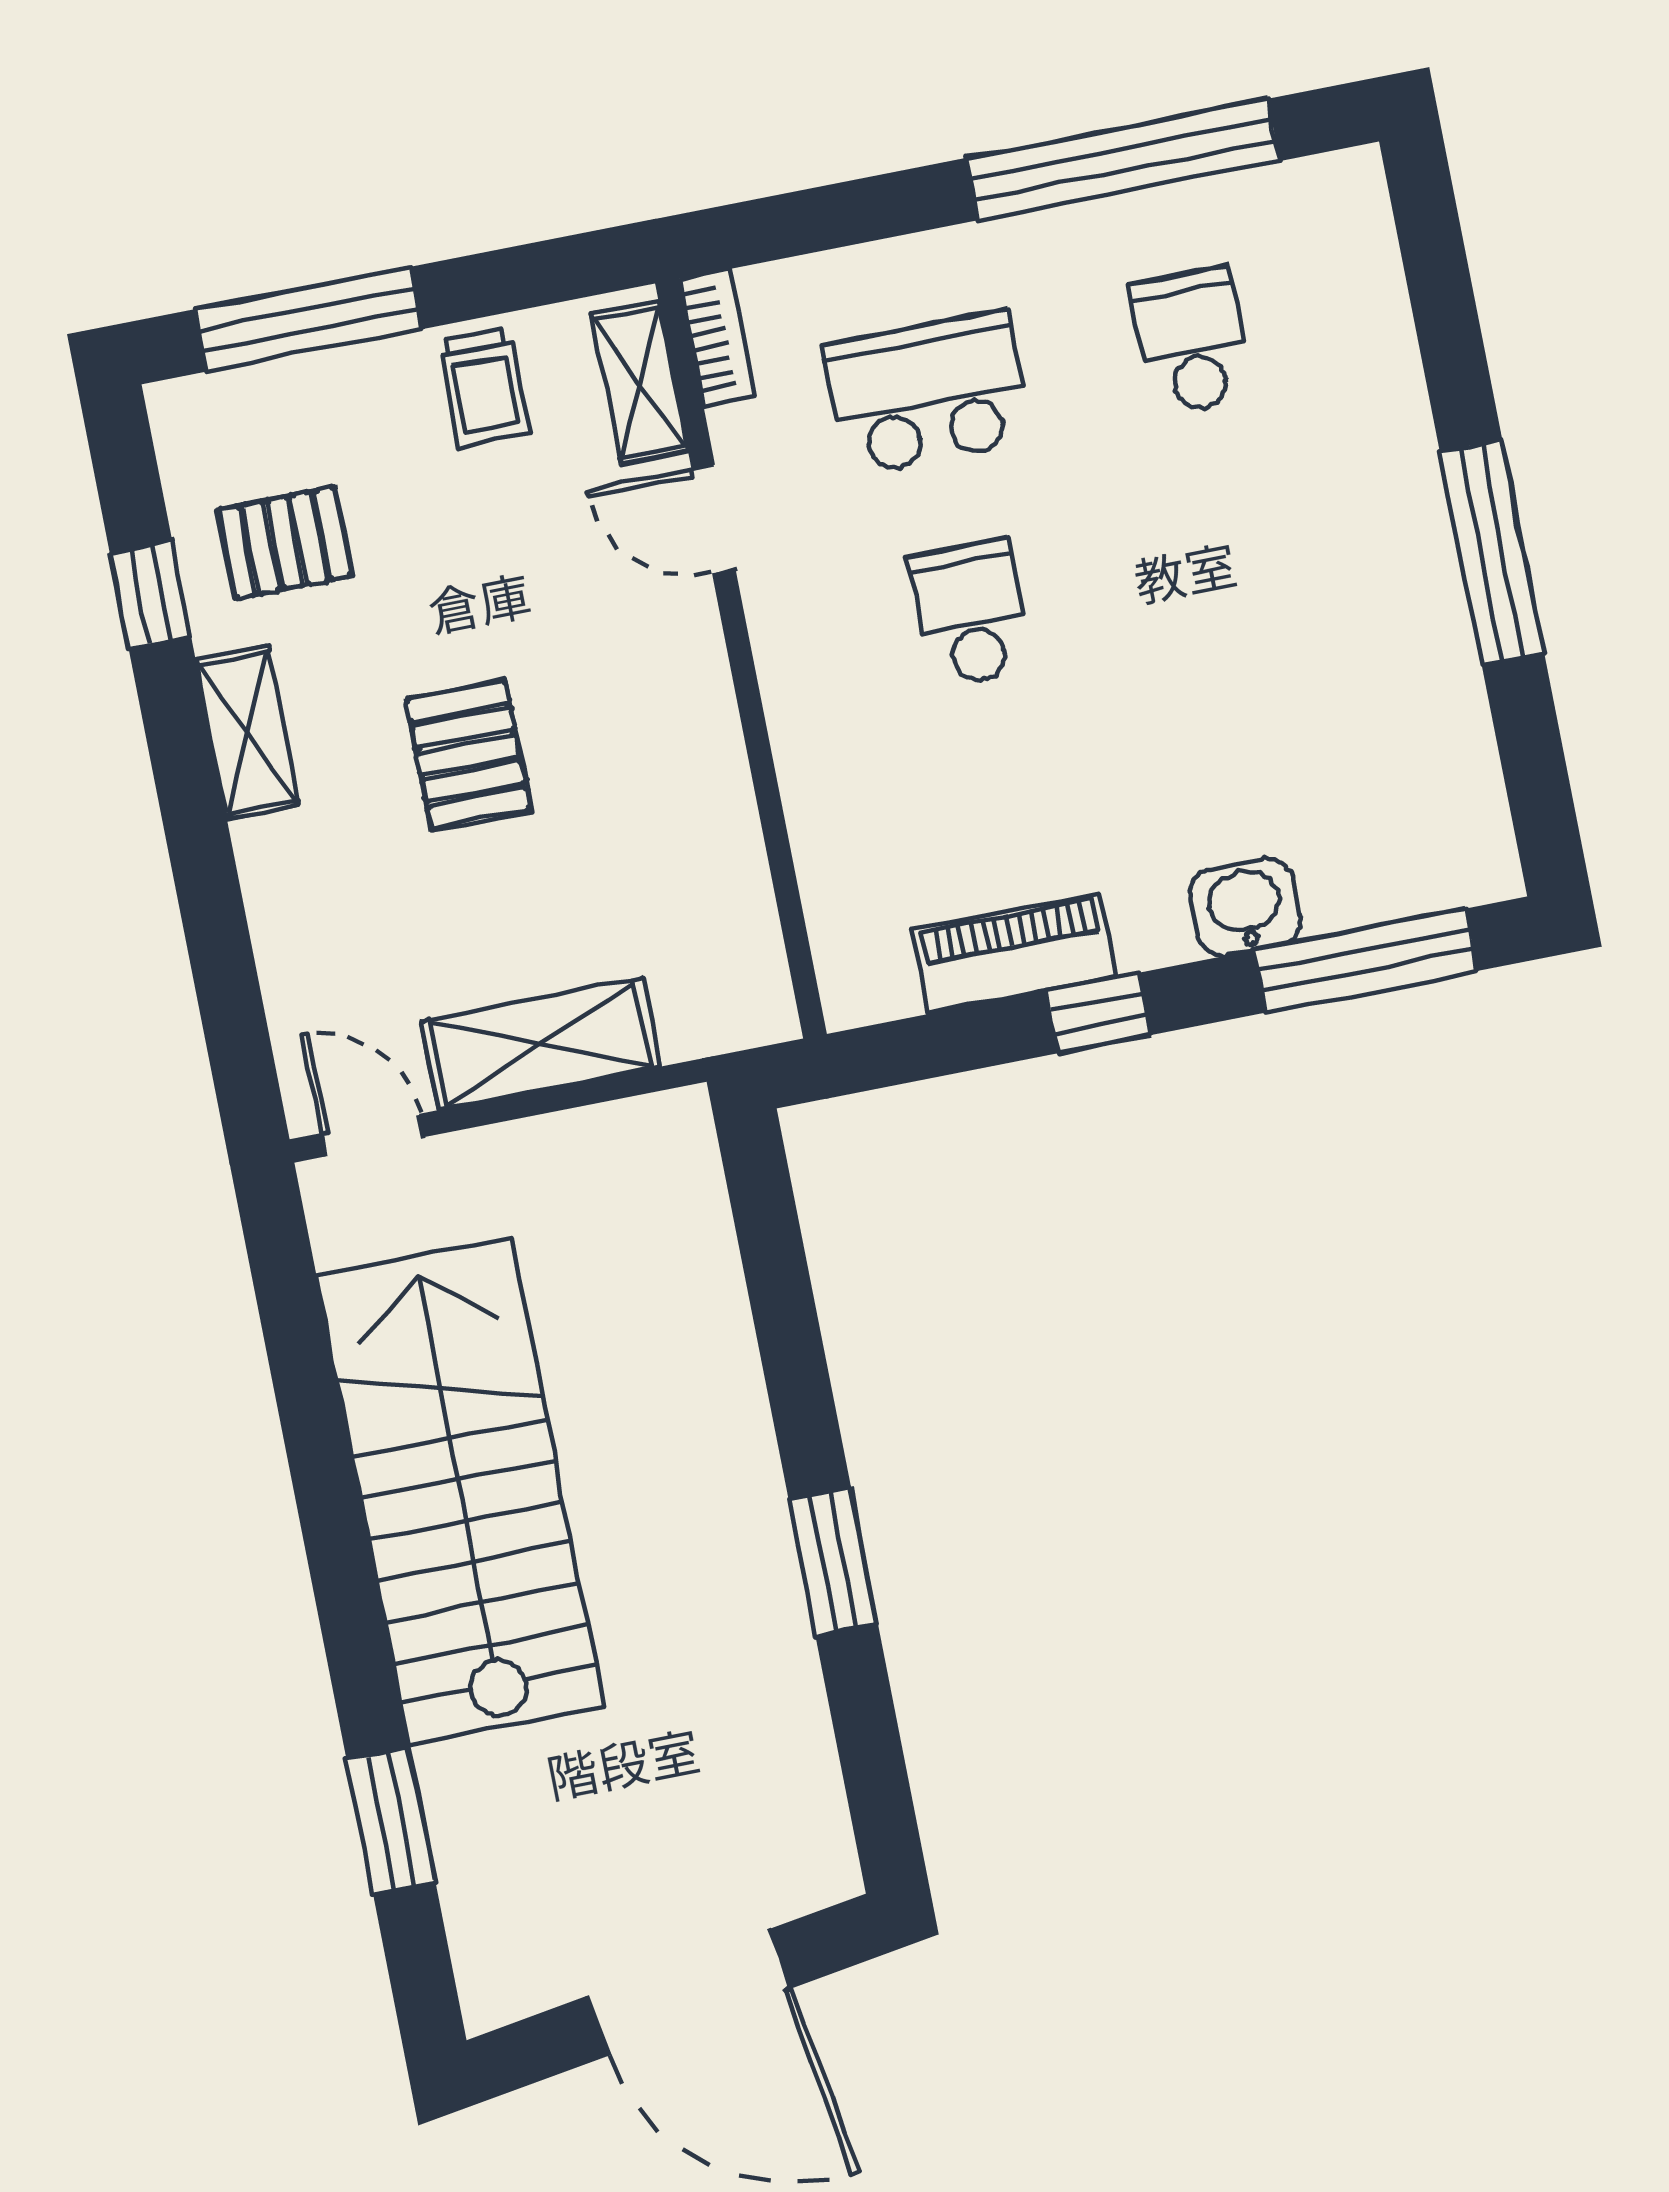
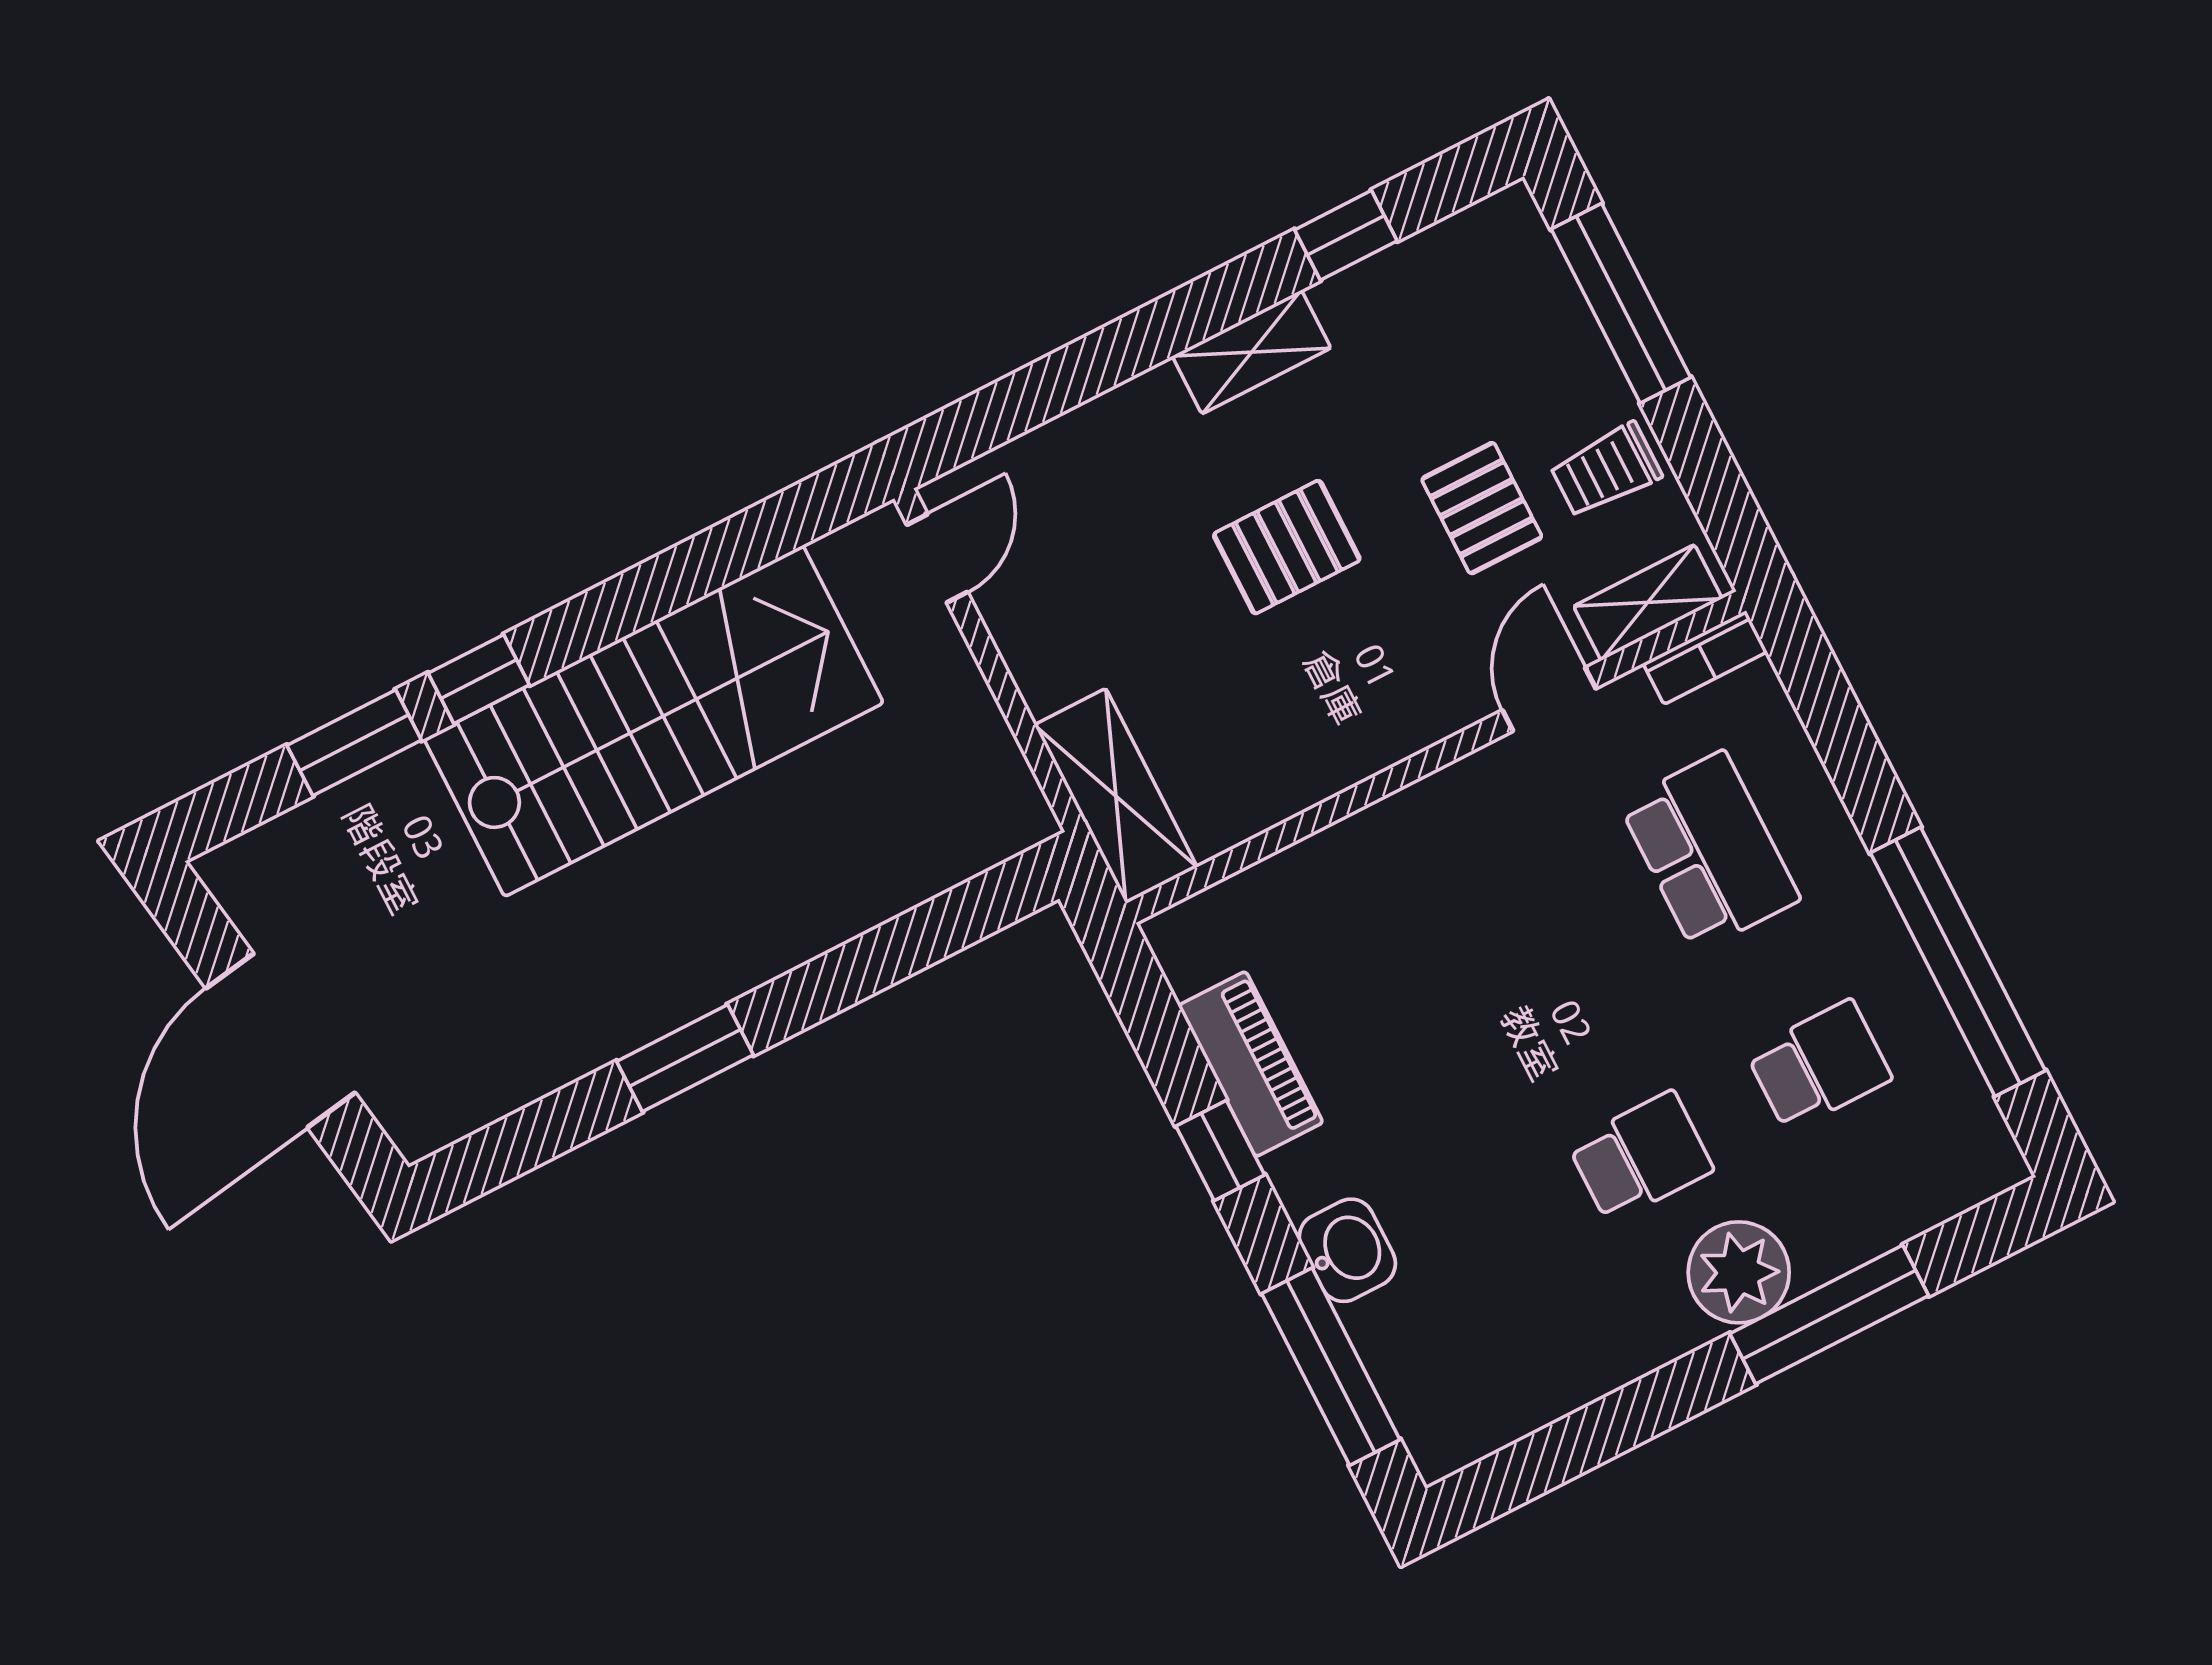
plant: (1390, 492) -> (1739, 1272), added
pallet: (285, 543) -> (1482, 508), moved
window: (1492, 552) -> (1829, 1315), moved
school desk: (971, 614) -> (1641, 1157), moved
shelving: (541, 1044) -> (1116, 796), moved
window: (361, 1667) -> (479, 679), added

